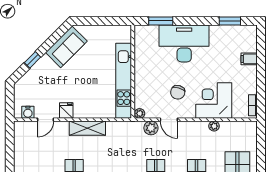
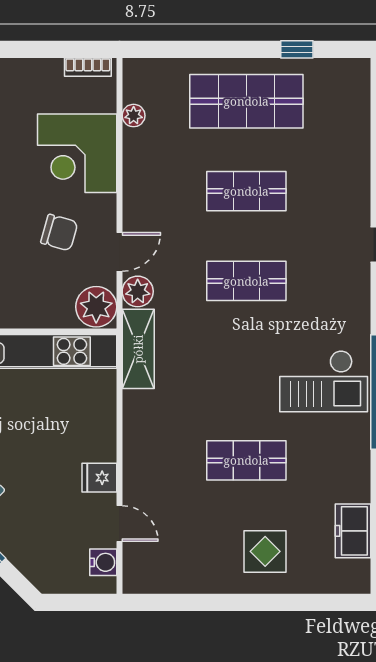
plant: (140, 113) -> (96, 307), width x1.88, depth x1.88
plant: (214, 126) -> (134, 116), moved
shelving: (87, 128) -> (138, 349), moved

